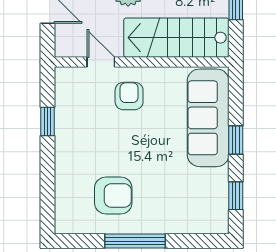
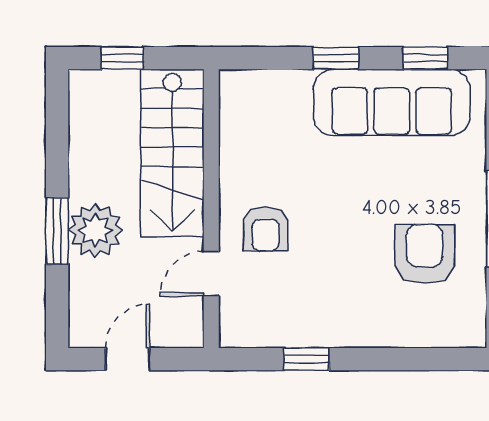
armchair: (129, 96) -> (266, 229), turned -90
sofa: (208, 118) -> (392, 102), moved

